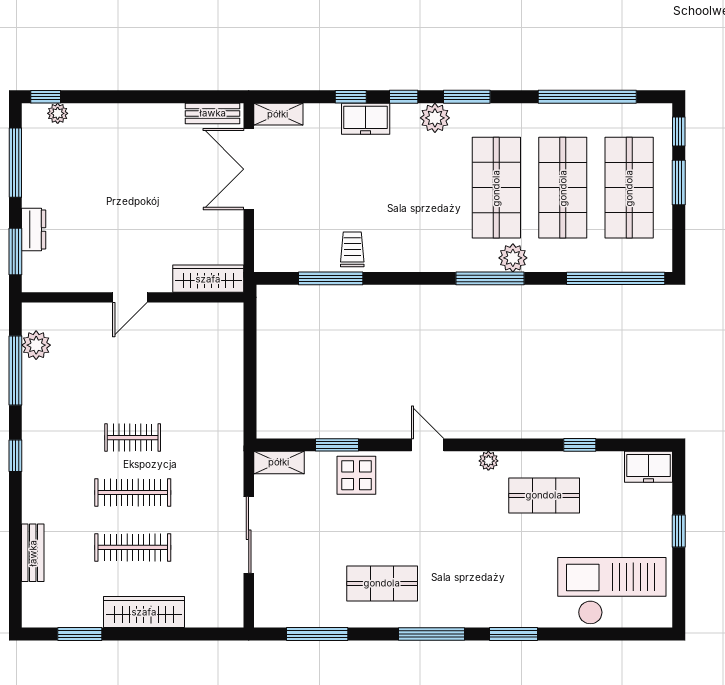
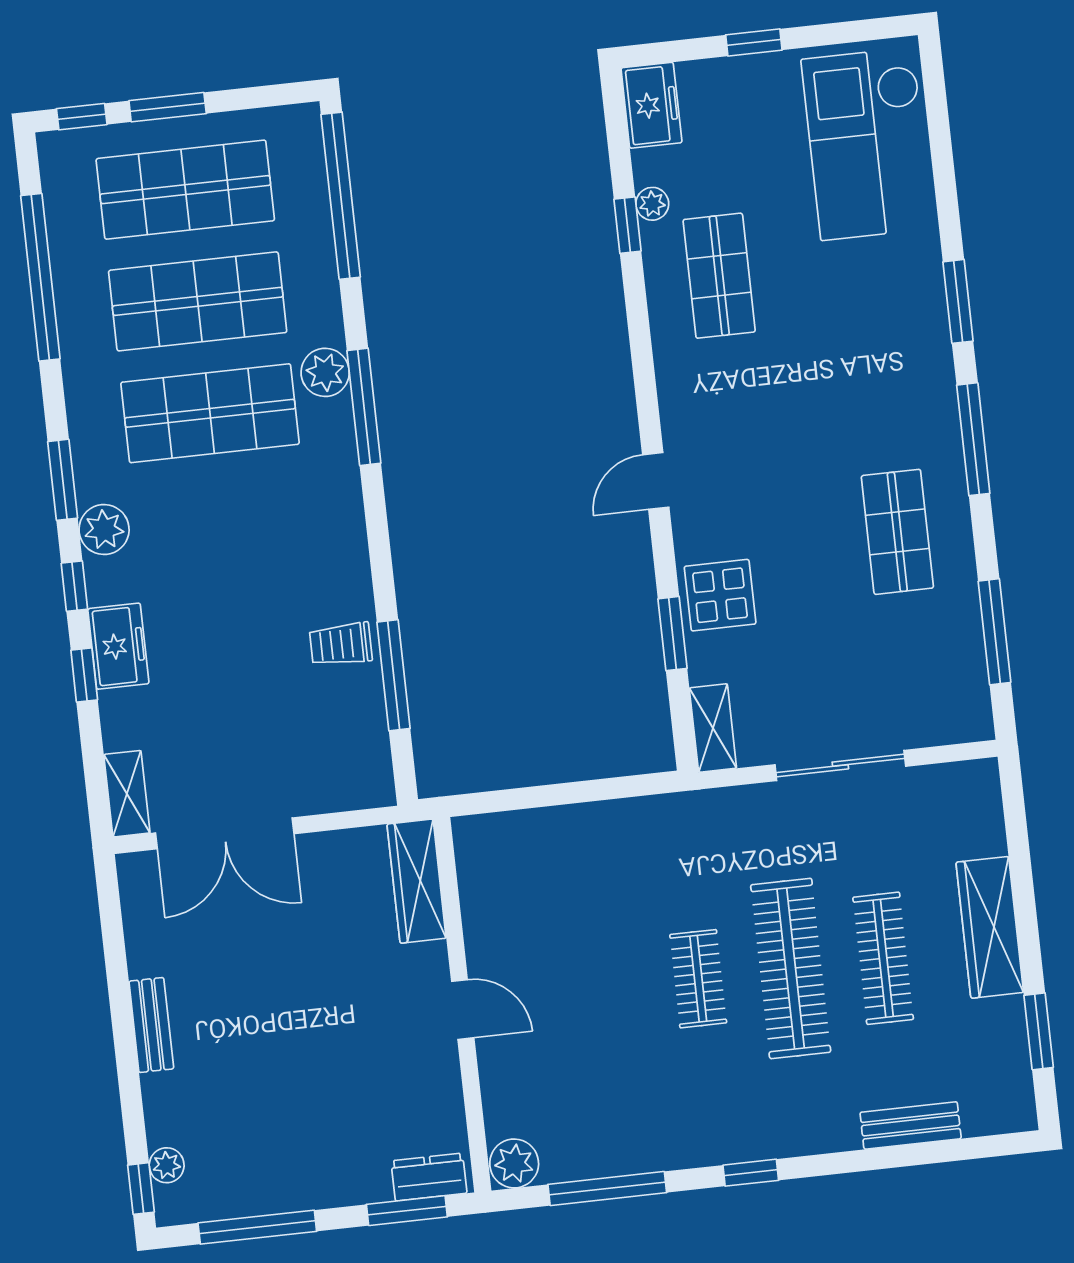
bench: (213, 113) -> (151, 1025), moved
dresser: (34, 229) -> (429, 1177), moved
plant: (36, 345) -> (514, 1163), moved
plant: (488, 461) -> (652, 204), moved
clothes rail: (133, 493) -> (791, 968), width x1.37, depth x1.31

